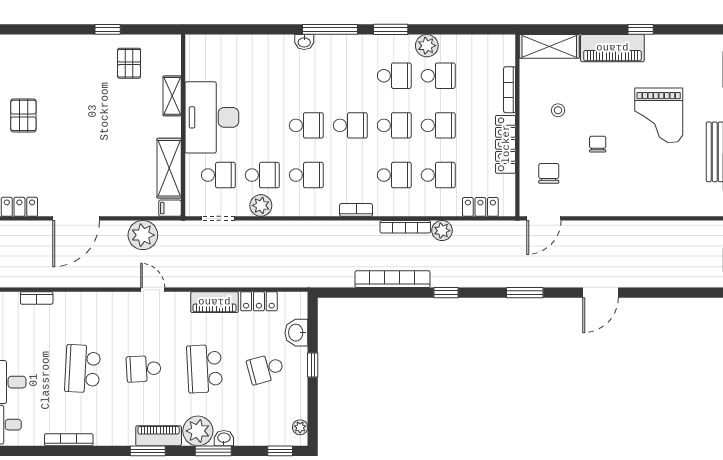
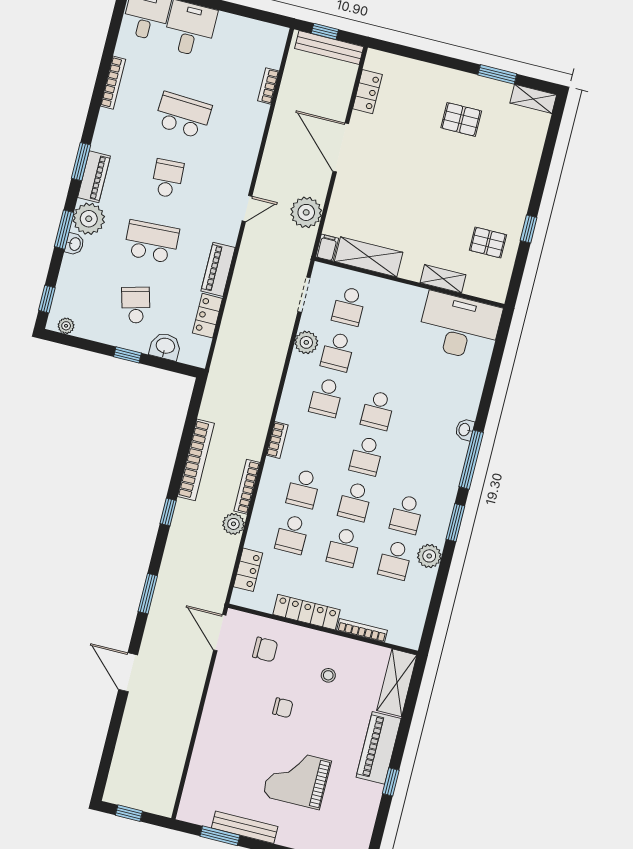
desk: (212, 117) -> (459, 327), moved

